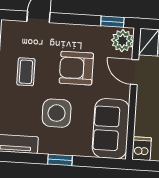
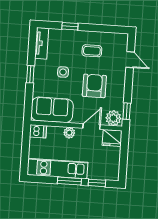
plant: (144, 104) -> (69, 133), added
side table: (57, 113) -> (63, 72), width x0.54, depth x0.54

